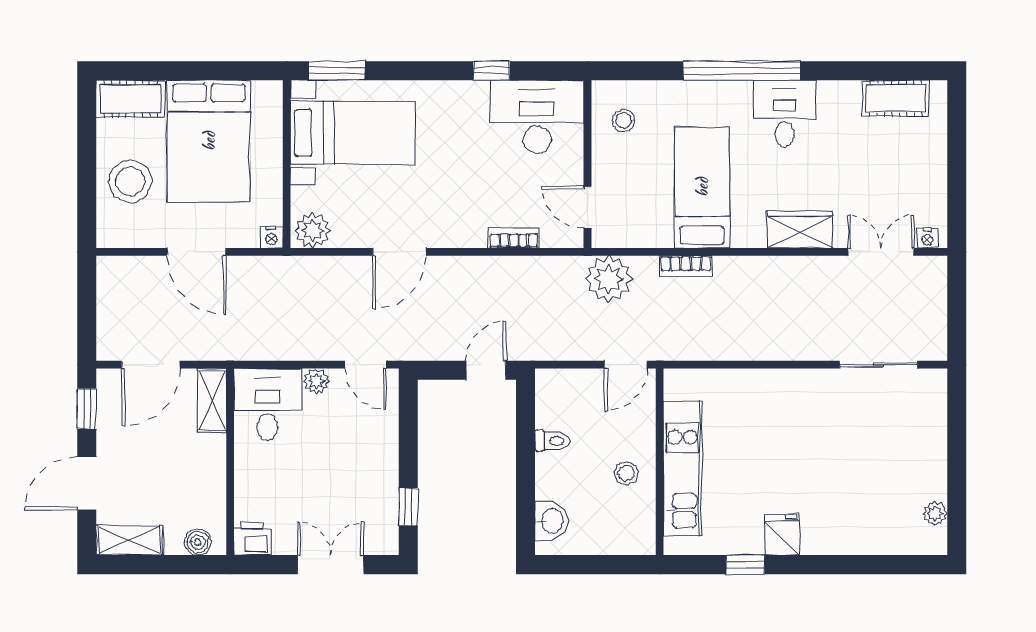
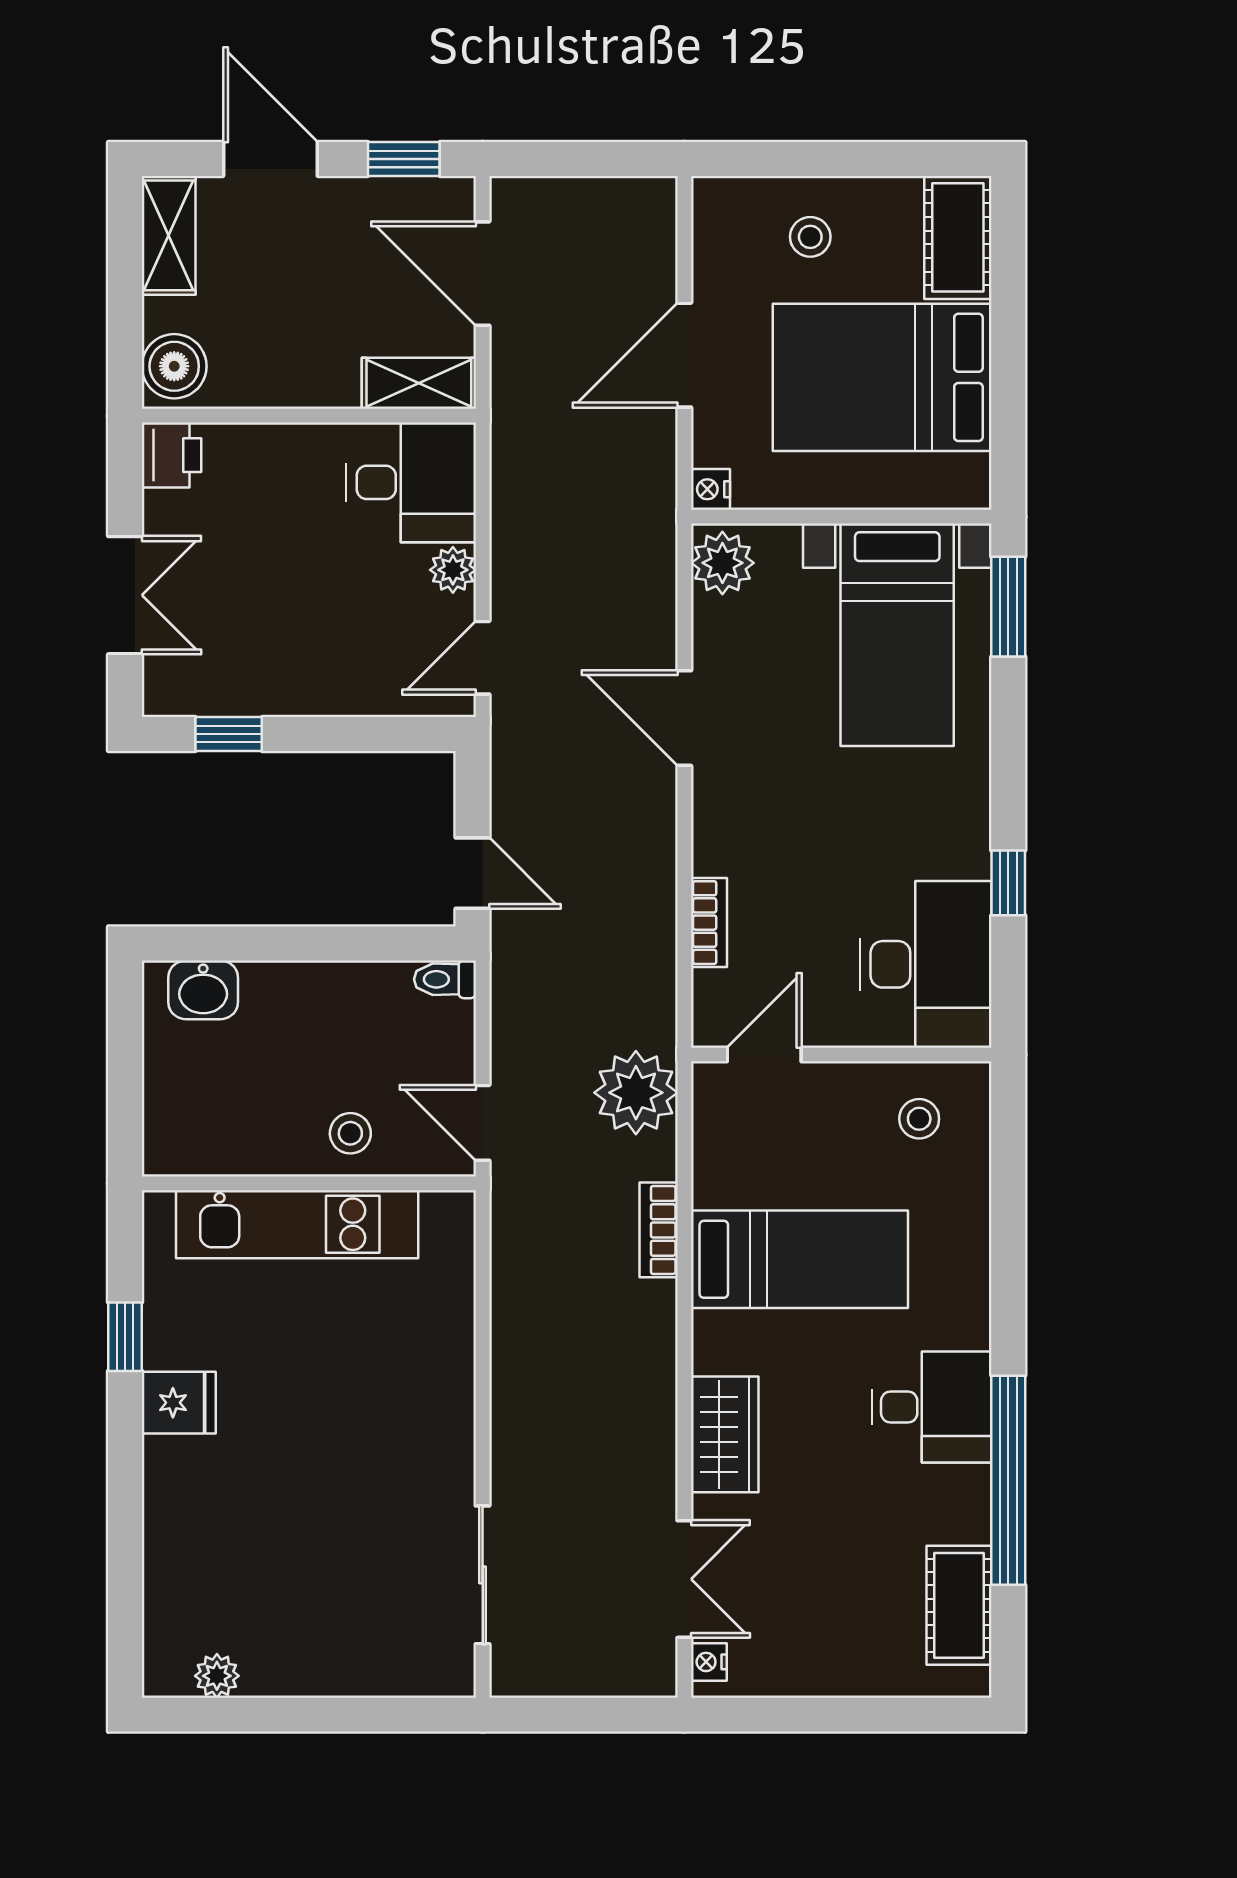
window: (742, 71) -> (1008, 1480), moved
stool: (130, 181) -> (810, 237), width x0.53, depth x0.53
toilet: (552, 441) -> (445, 979), moved, turned 90
stool: (626, 473) -> (350, 1133), moved
boiler: (198, 542) -> (174, 366), width x1.36, depth x1.36

